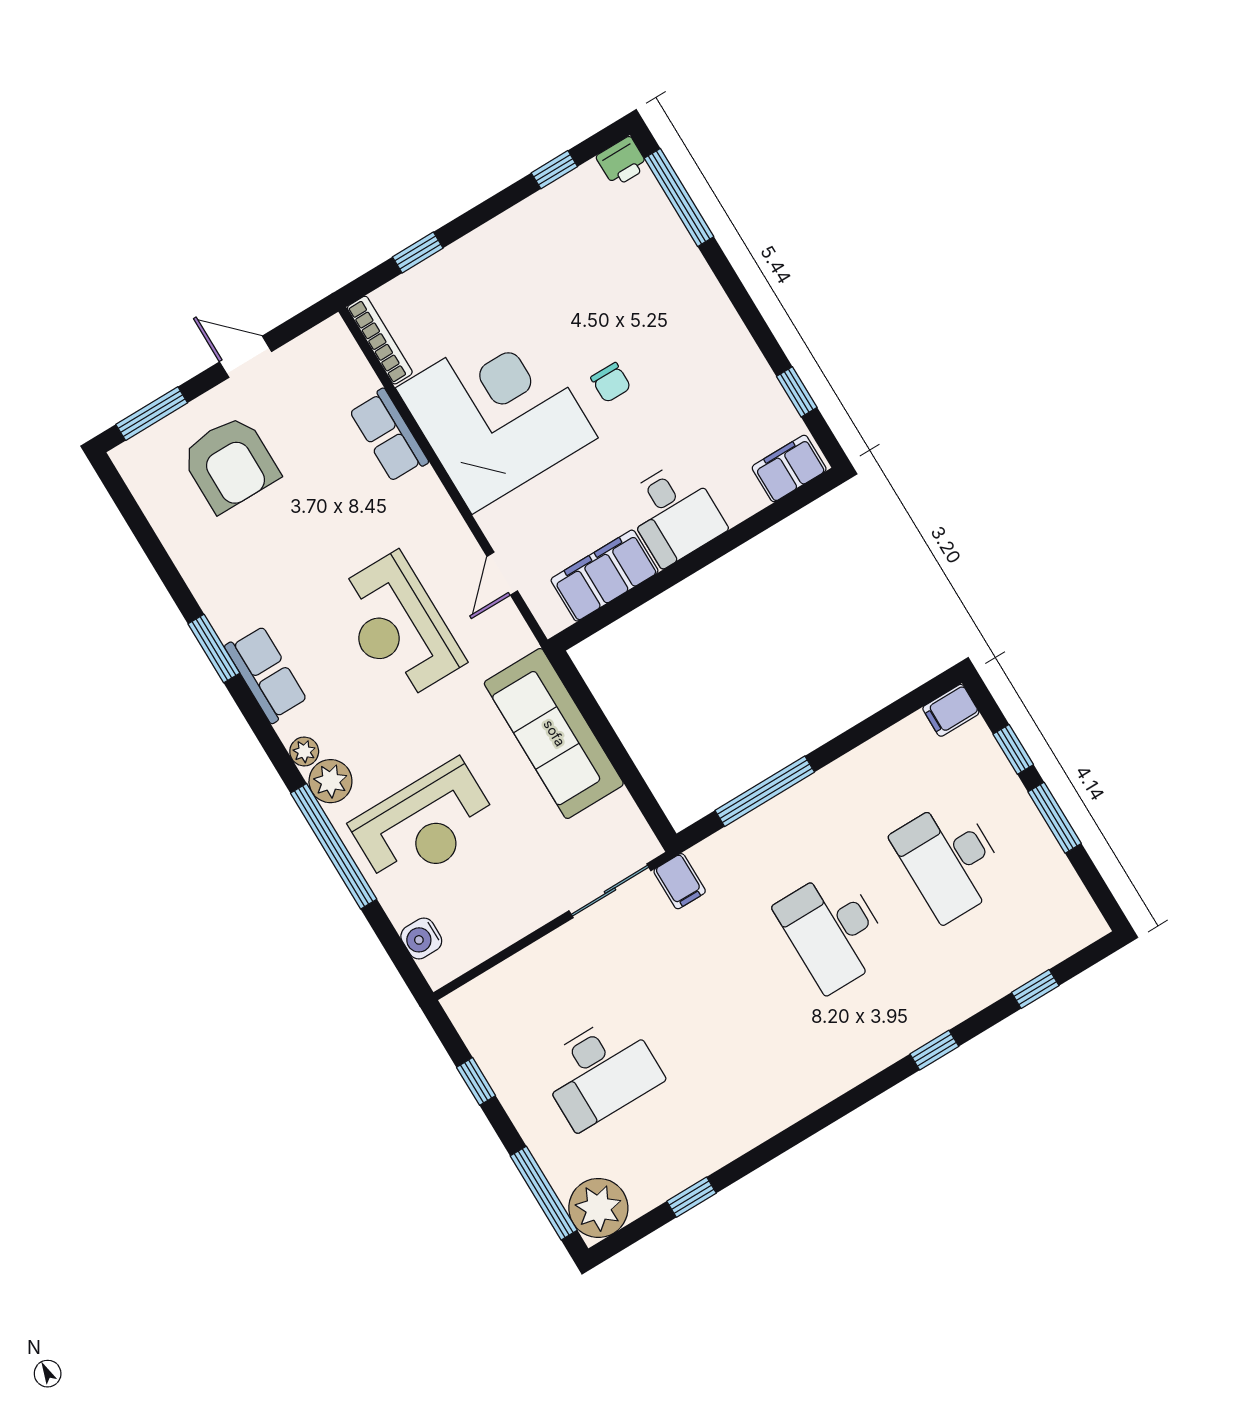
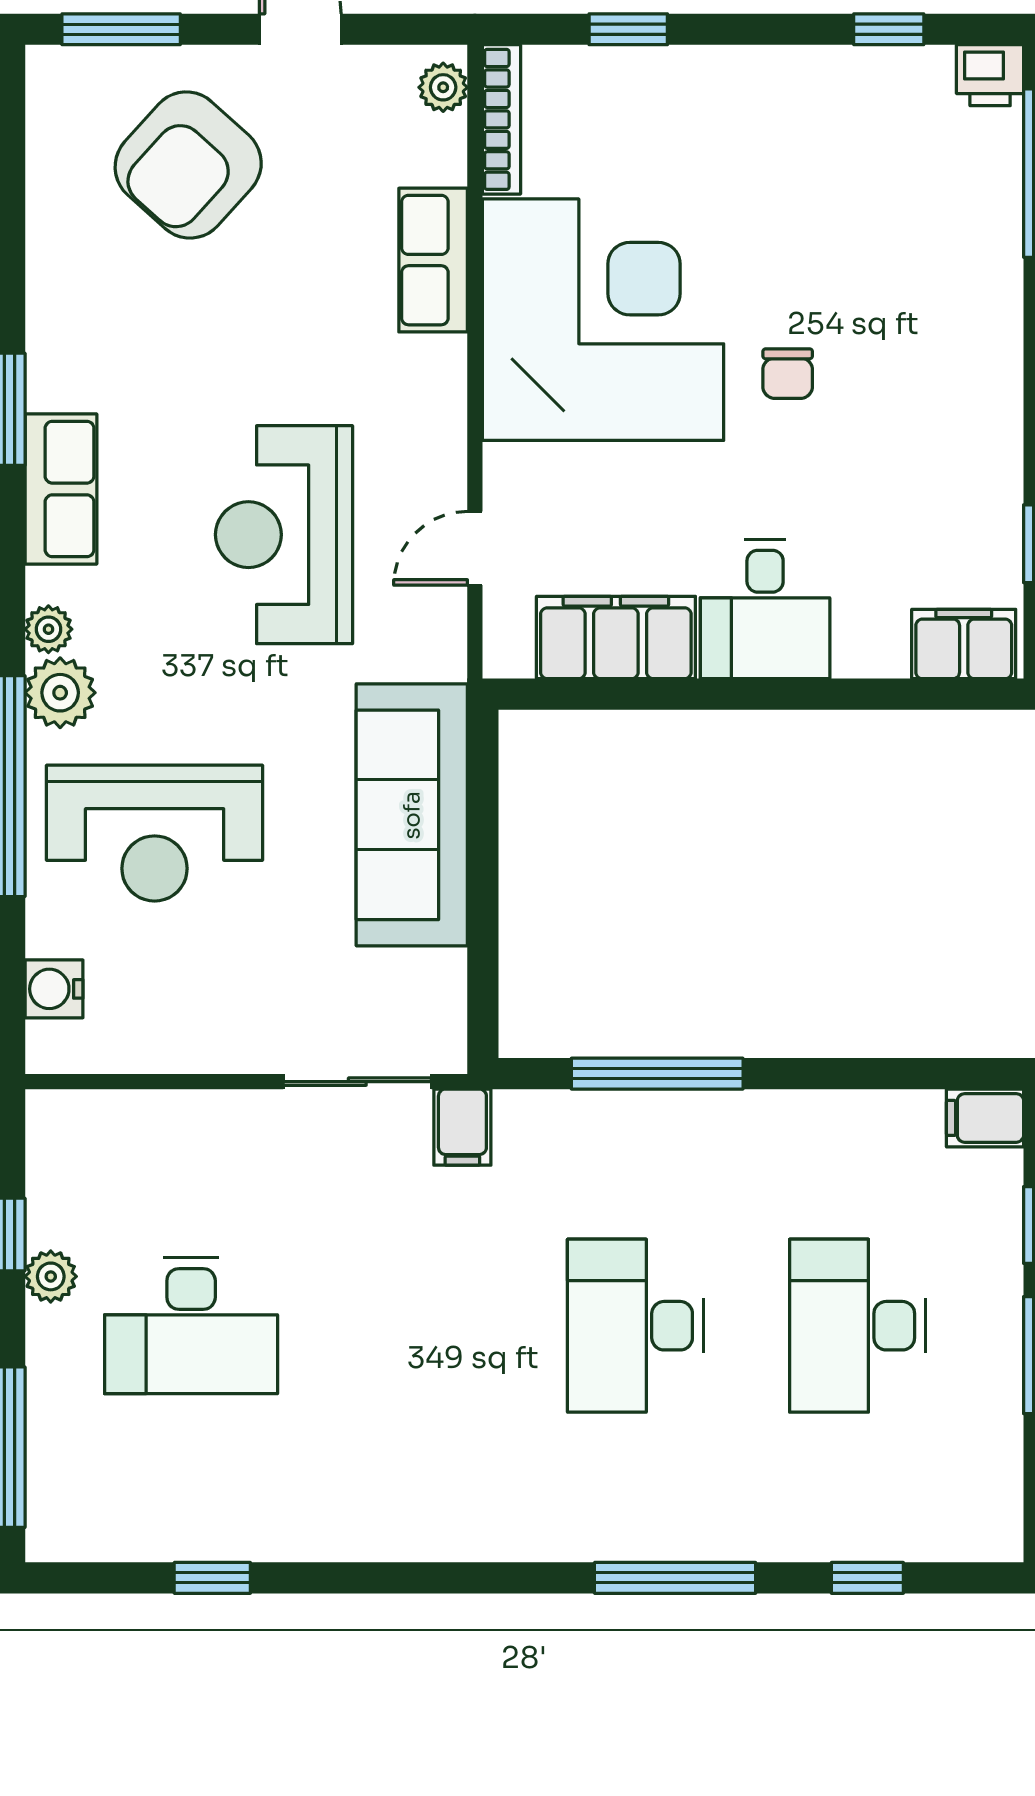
plant: (339, 342) -> (443, 87), added
armchair: (230, 464) -> (188, 165), turned 42
window: (934, 1050) -> (675, 1578), width x2.17
plant: (598, 1208) -> (51, 1276), moved, width x0.53, depth x0.53

